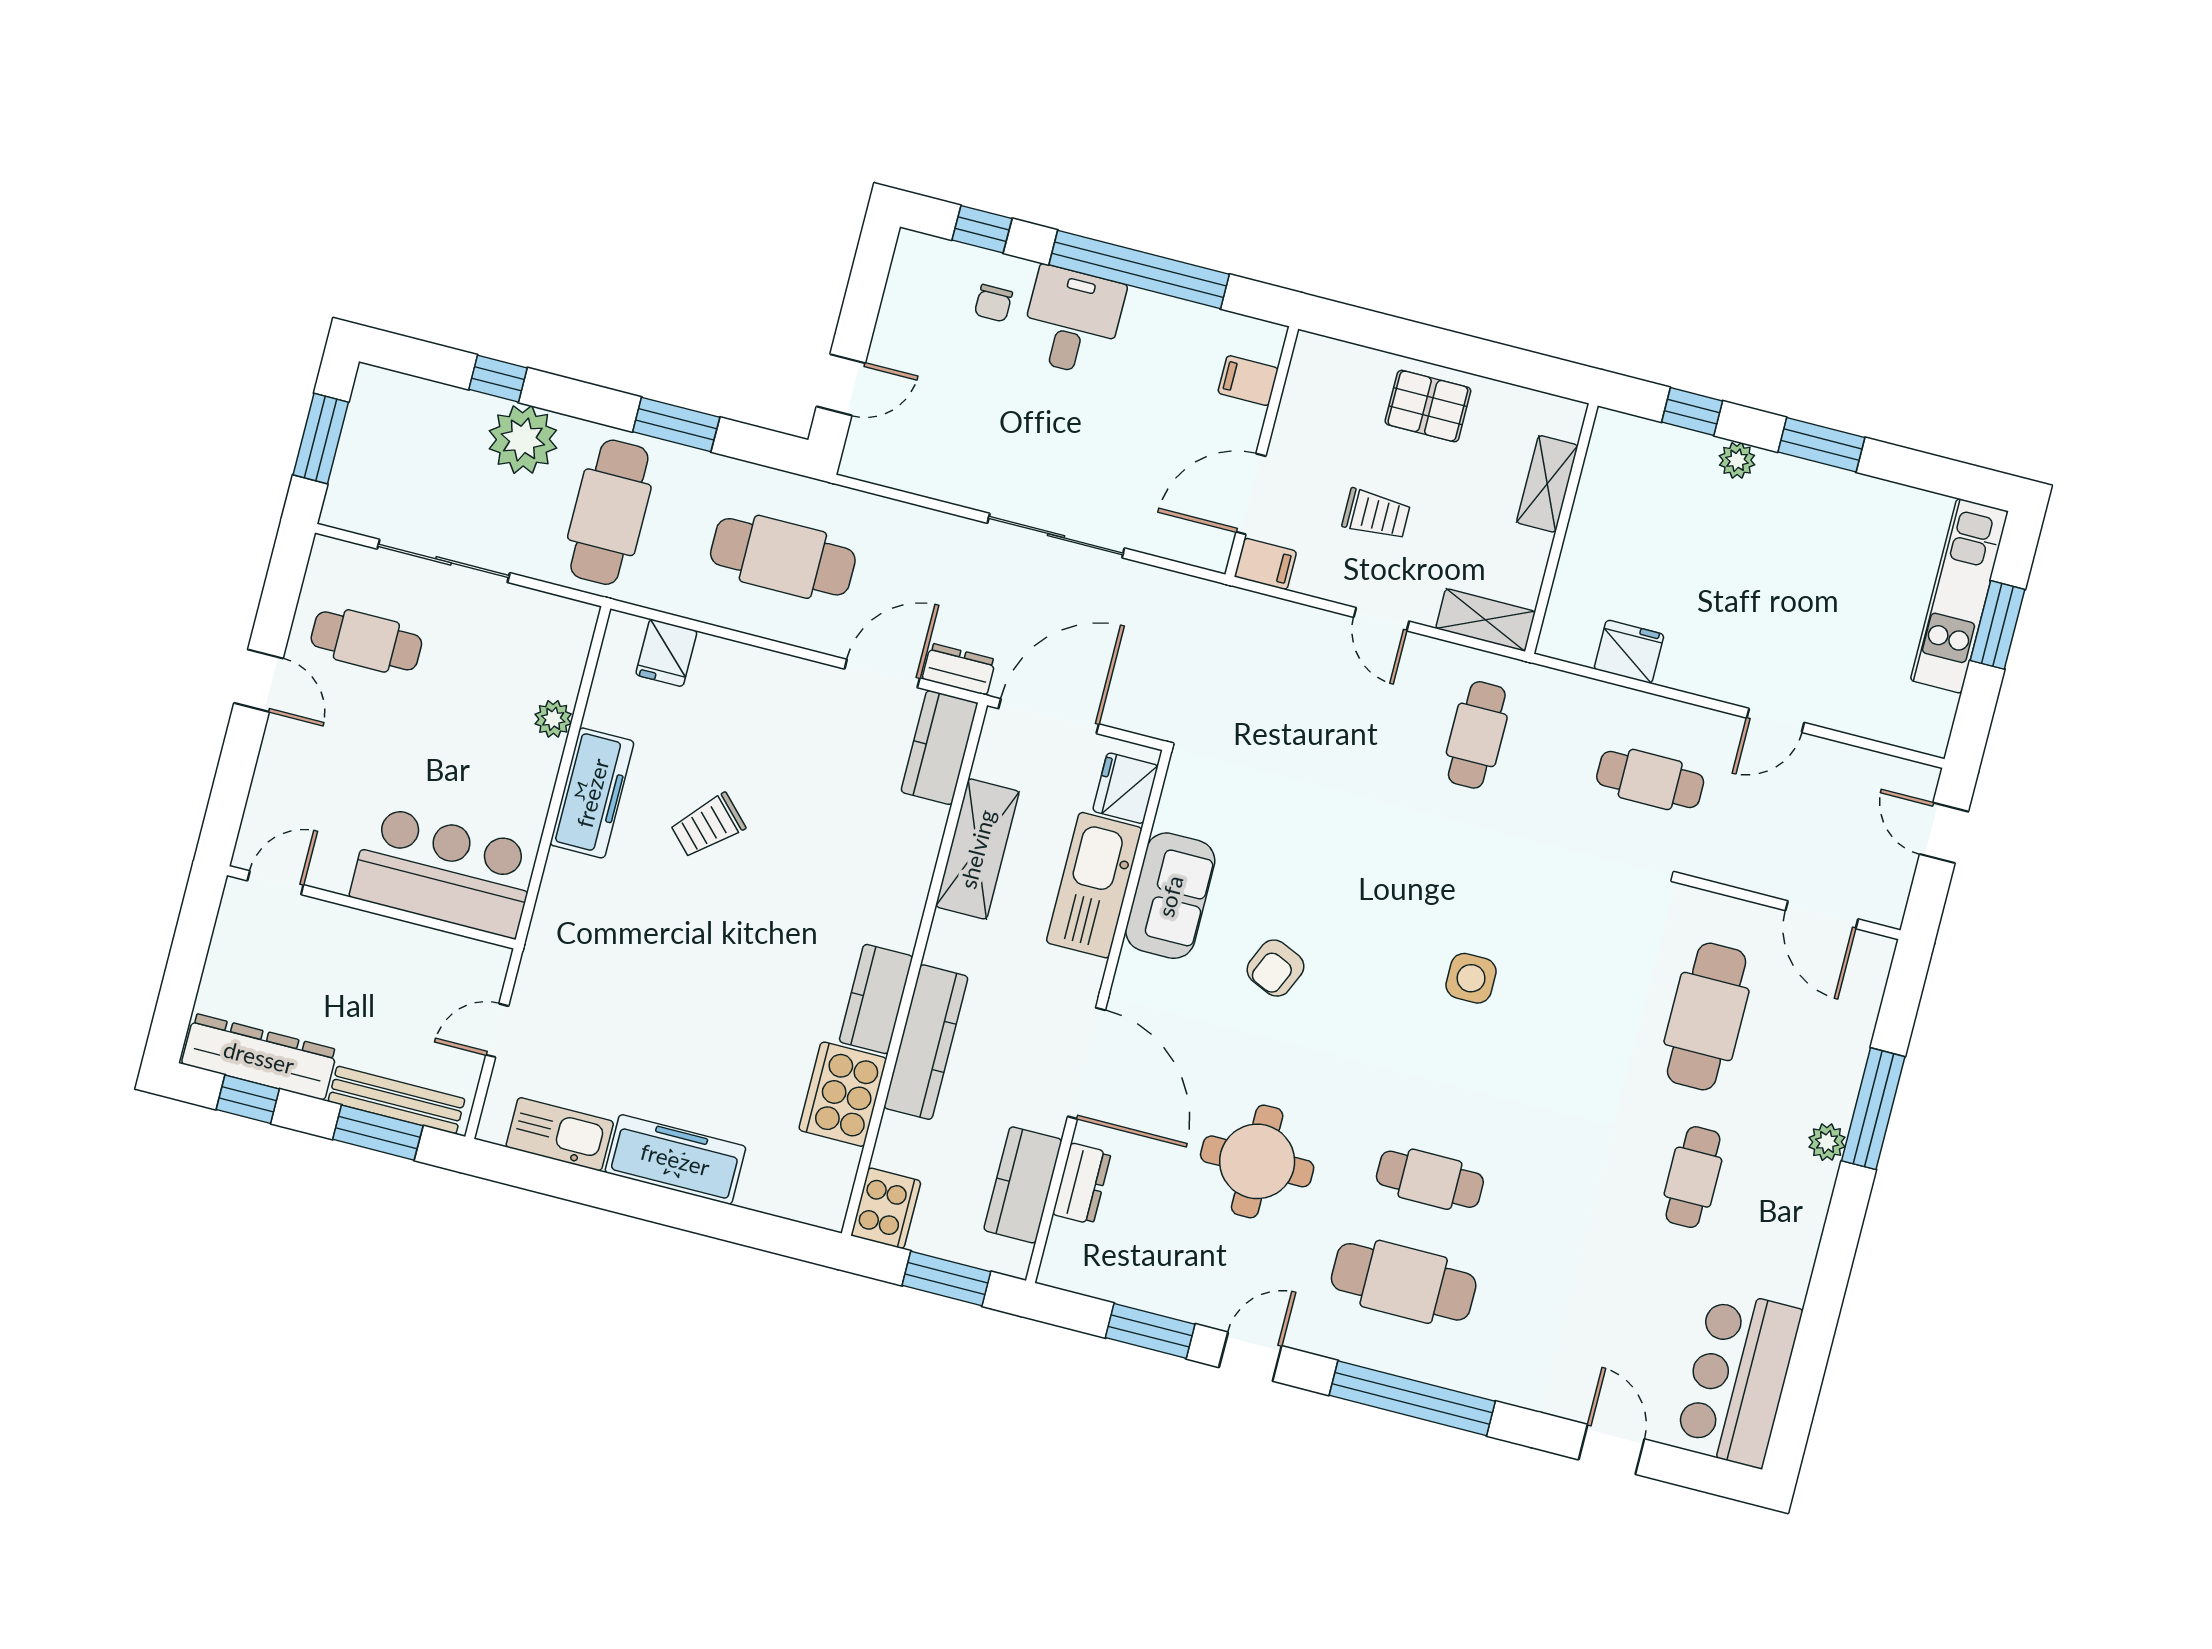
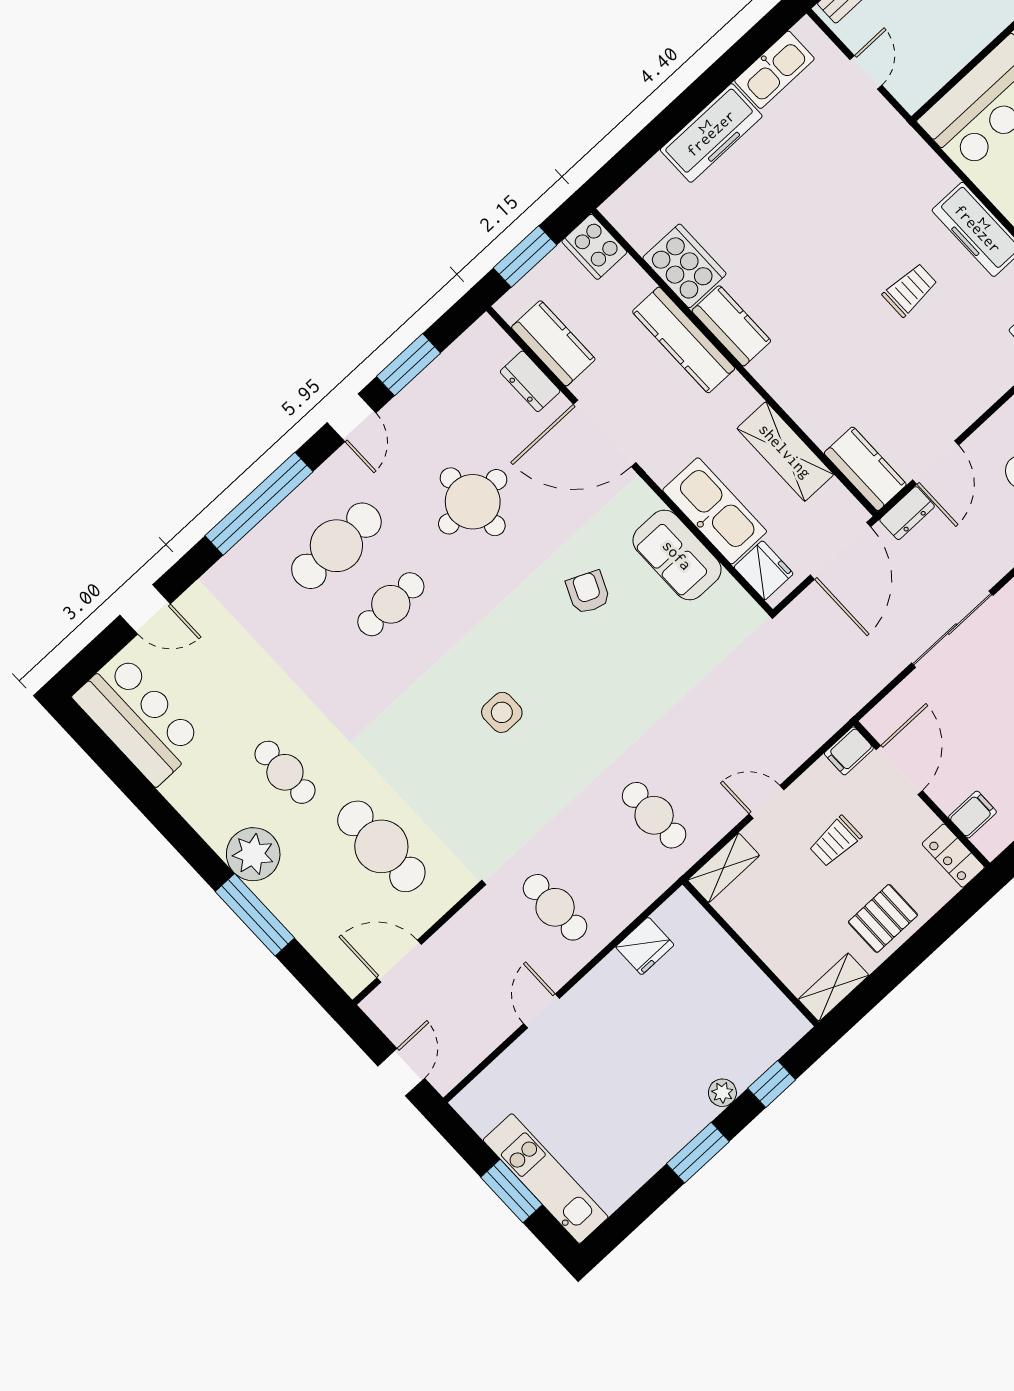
locker: (1308, 373) -> (953, 856), added
shelving: (1547, 484) -> (834, 987), moved, turned 90
cafe table: (1650, 779) -> (555, 907), turned 90
trolley: (708, 826) -> (910, 290), turned 44
door: (1944, 833) -> (401, 1072), hinge flipped
plant: (1827, 1142) -> (253, 854), width x1.87, depth x1.87

